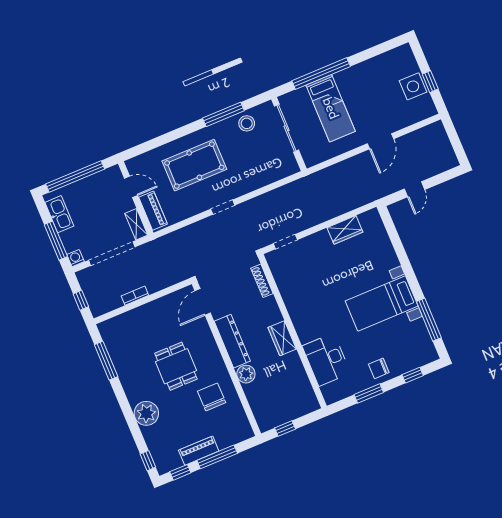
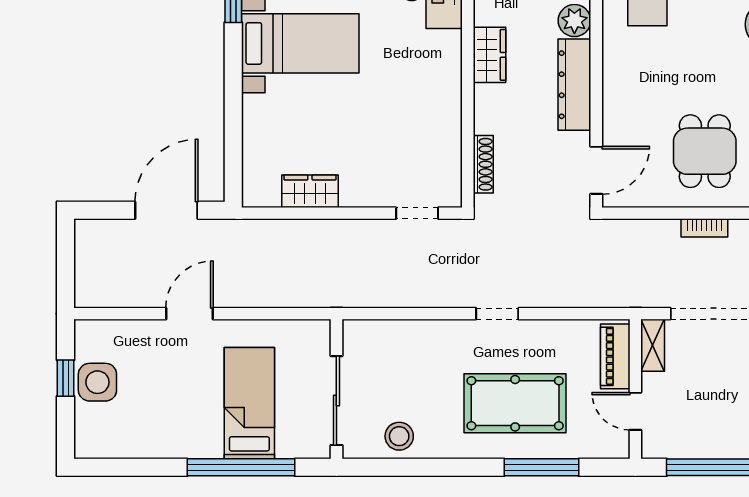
window: (223, 114) -> (542, 467), moved
door: (414, 189) -> (166, 210), width x1.87
dining table: (176, 366) -> (705, 151), moved

